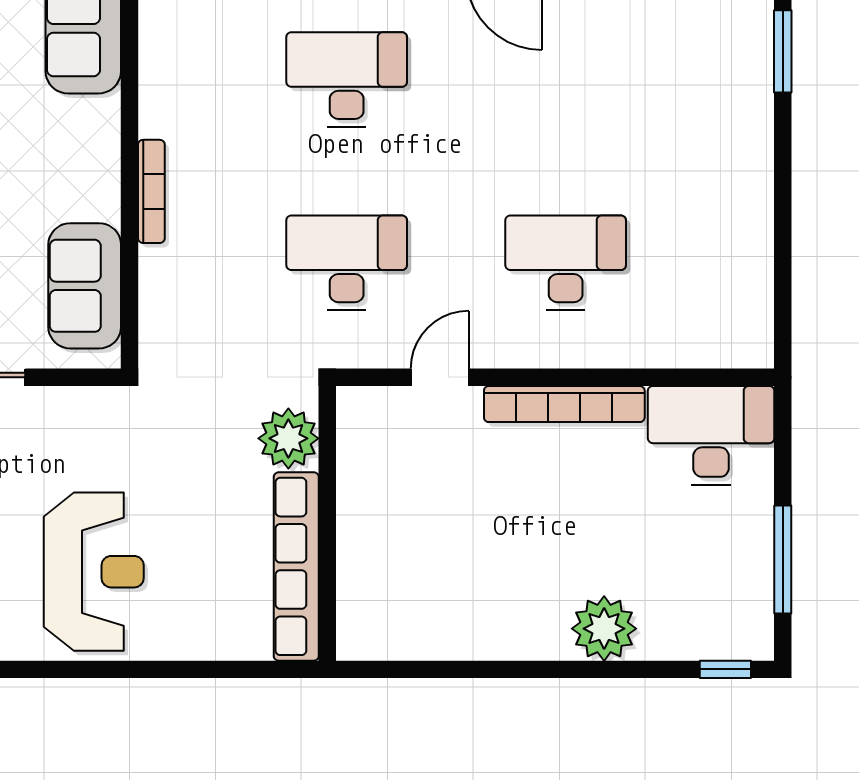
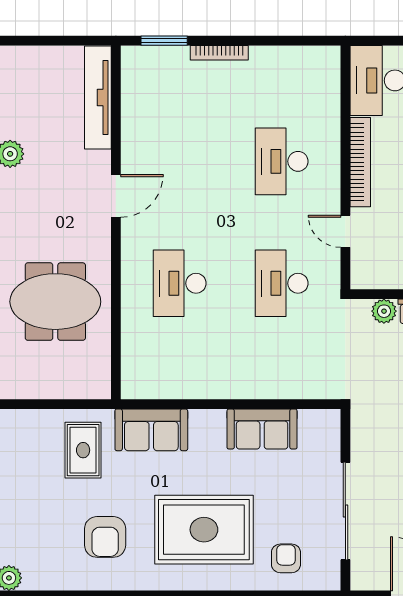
bookcase: (151, 191) -> (219, 53), moved, turned 180
sofa: (85, 286) -> (262, 429), moved
plant: (288, 438) -> (384, 311), width x0.73, depth x0.73

